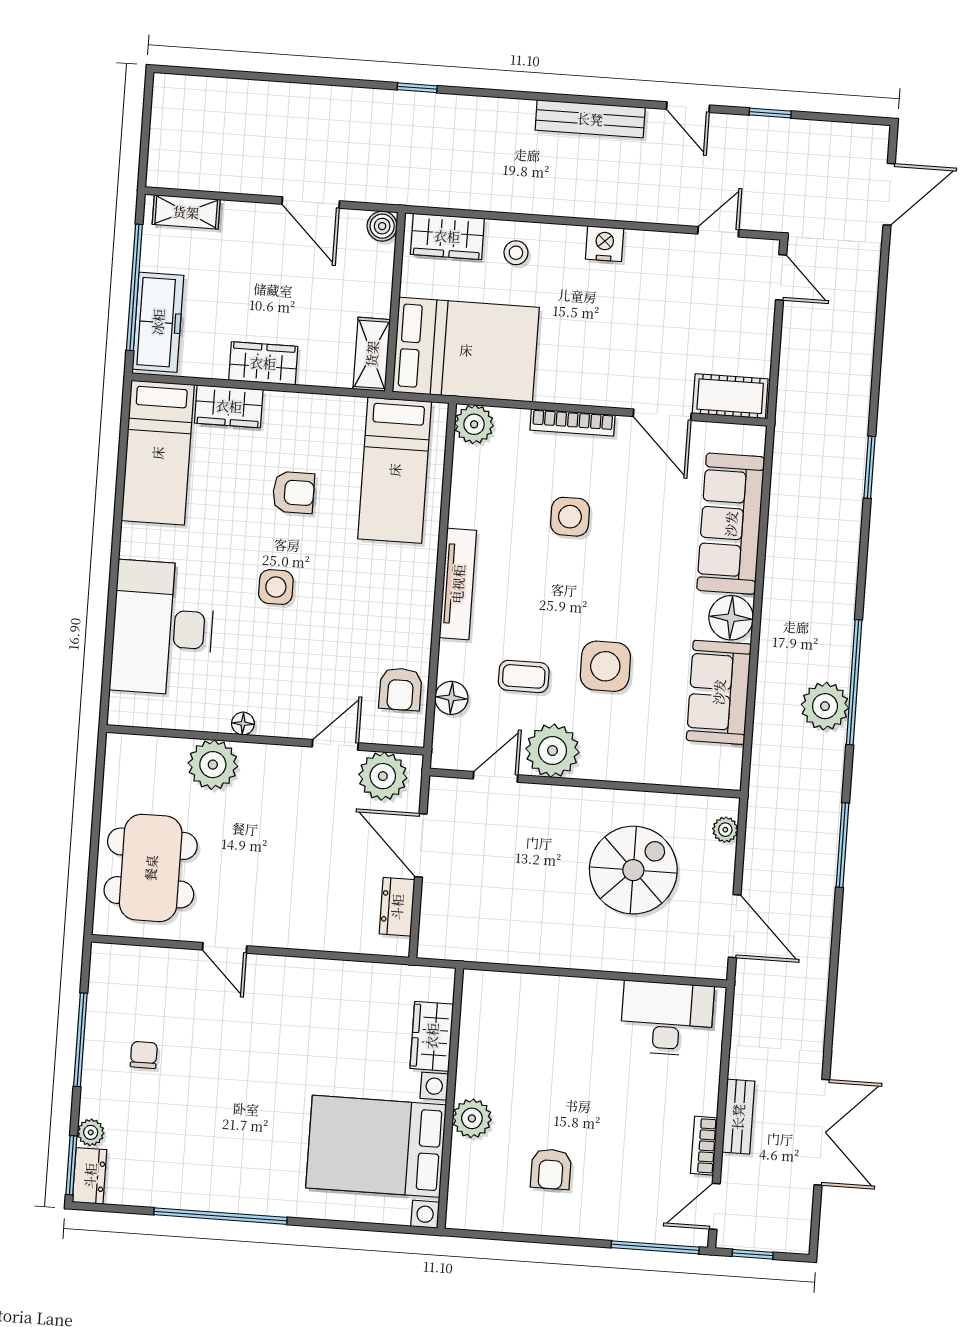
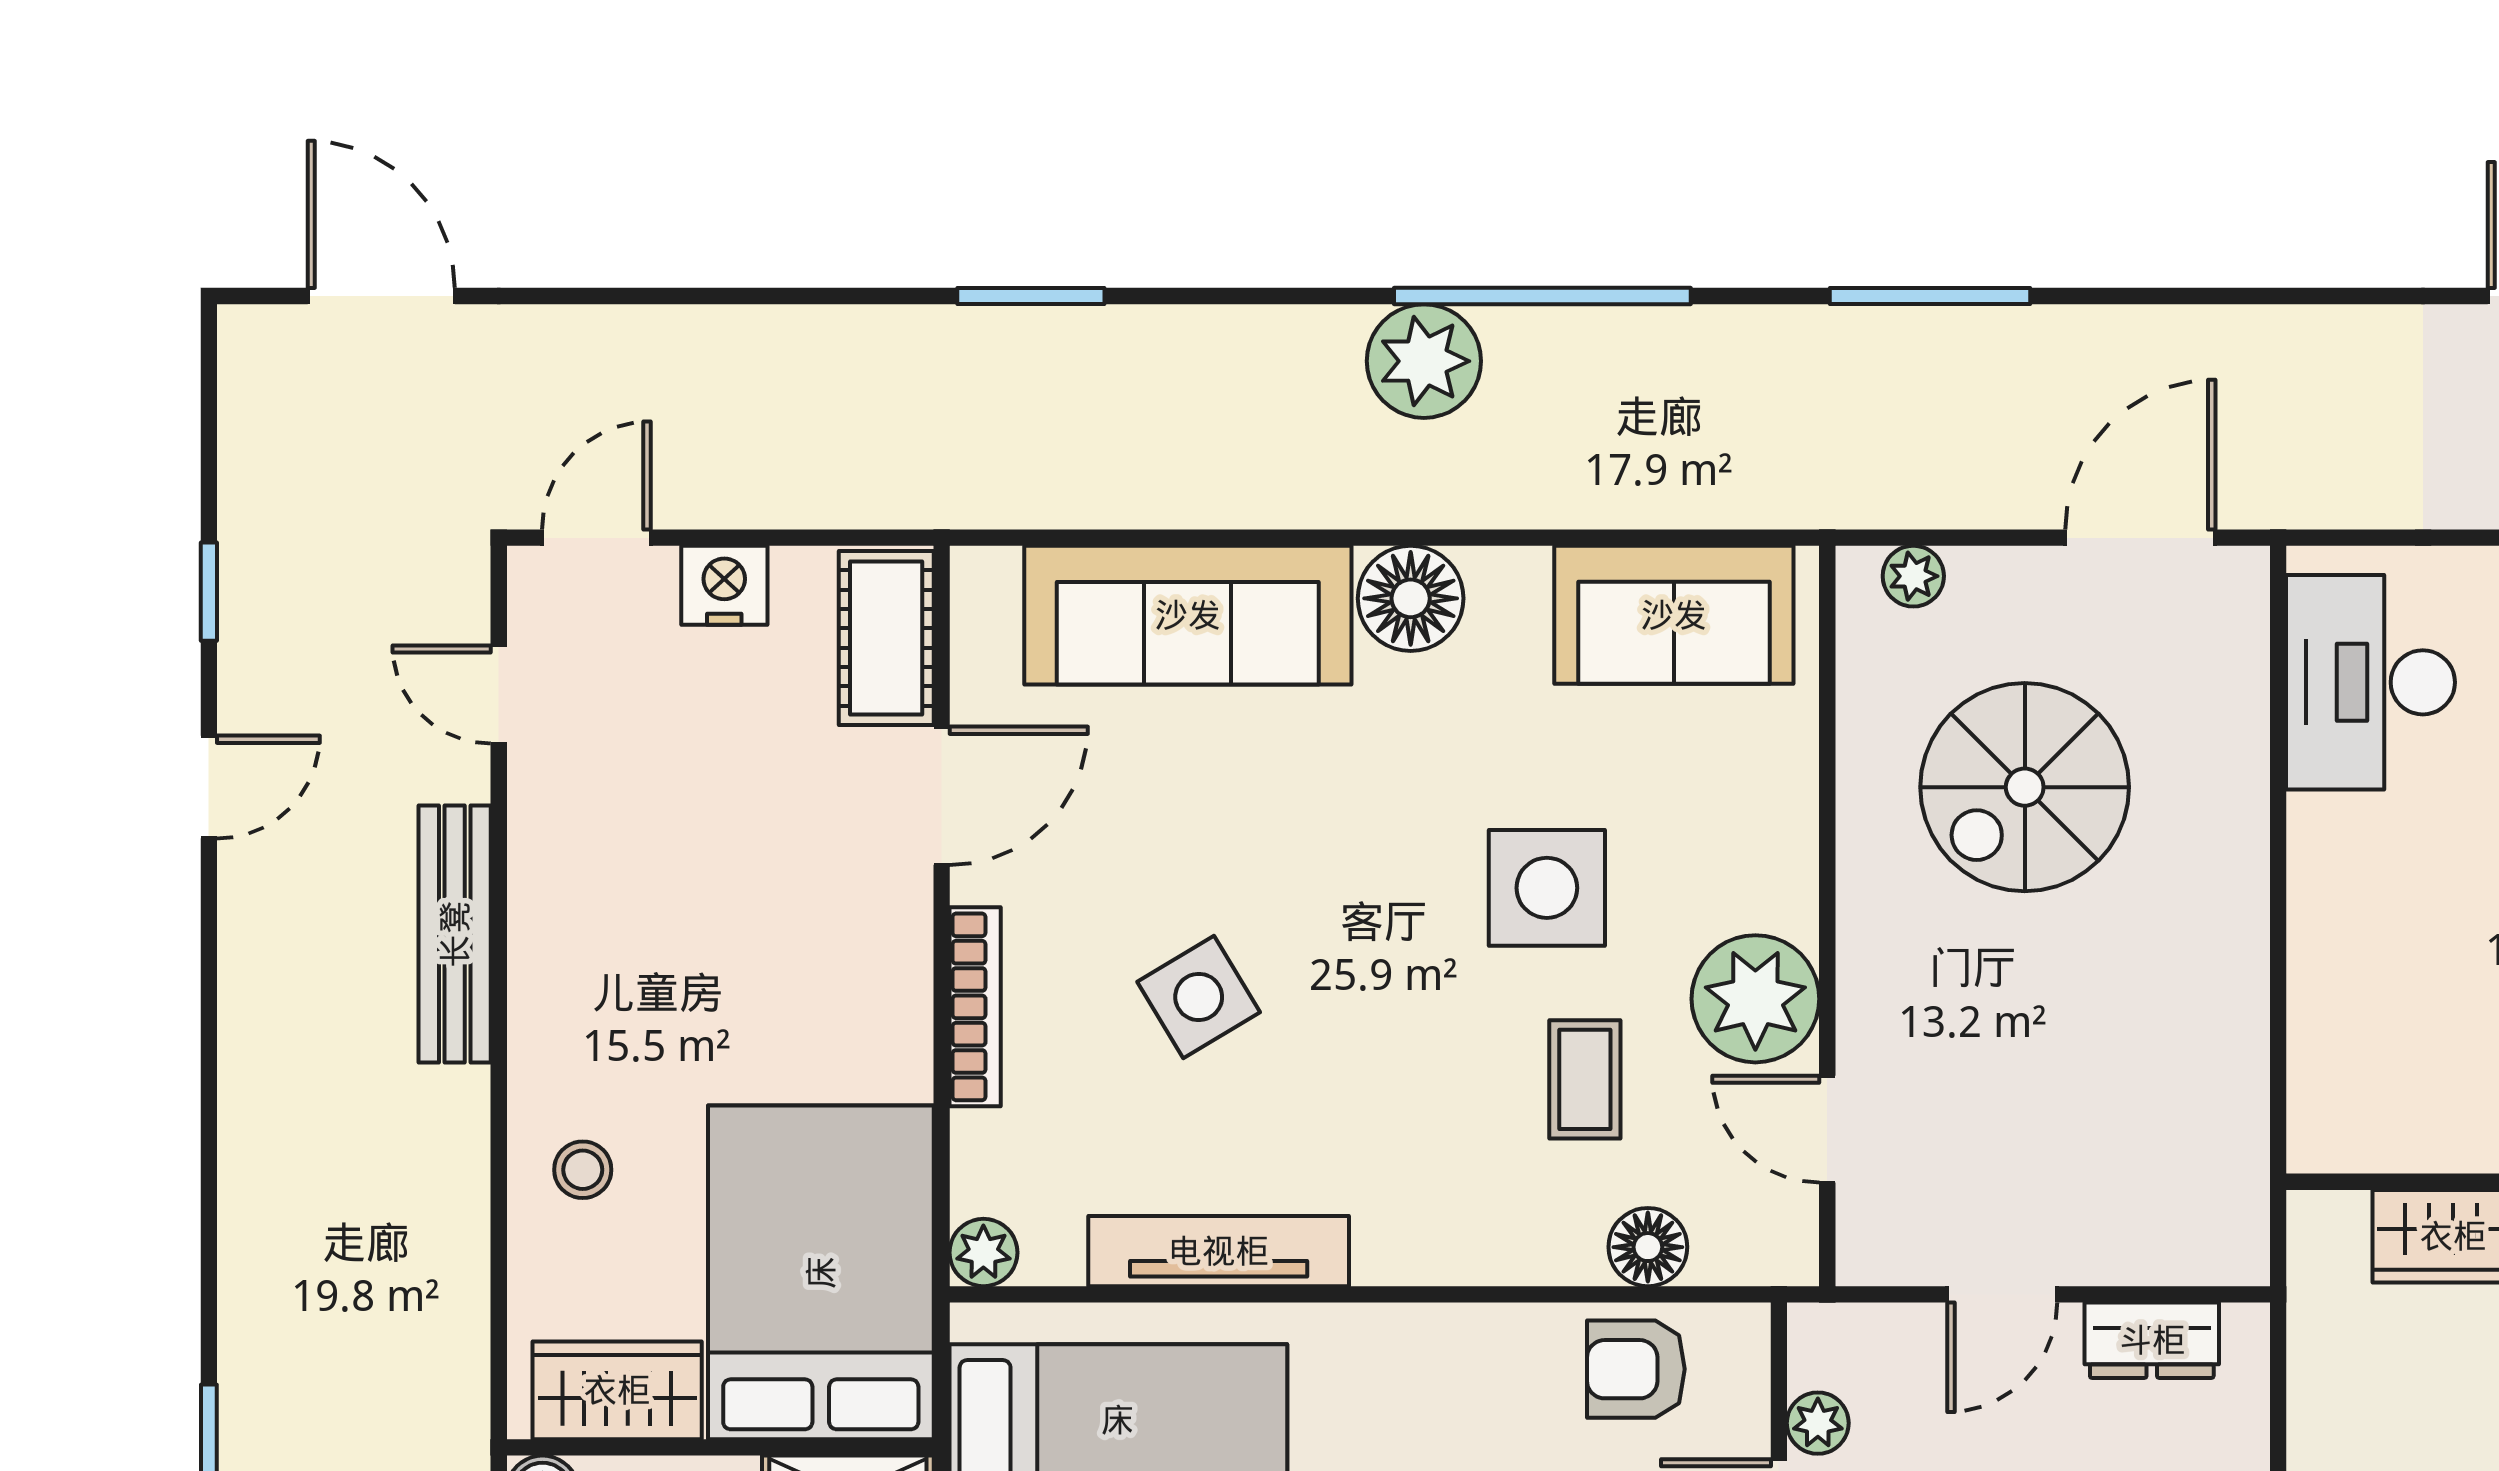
bench: (590, 119) -> (455, 934), moved
wardrobe: (447, 236) -> (617, 1390), moved, turned -90
nightstand: (605, 244) -> (724, 585), moved, turned 90
plant: (474, 424) -> (983, 1253), width x0.73, depth x0.73
side table: (570, 517) -> (1199, 997), turned -31
tv unit: (458, 584) -> (1219, 1251), moved
armchair: (400, 689) -> (1636, 1369), turned 180
sofa: (719, 692) -> (1674, 615), moved
plant: (825, 706) -> (1424, 361), moved
plant: (383, 776) -> (1818, 1423), width x0.53, depth x0.53
door: (421, 845) -> (2002, 1294), width x0.73
spiral stairs: (633, 870) -> (2025, 787), turned -90

